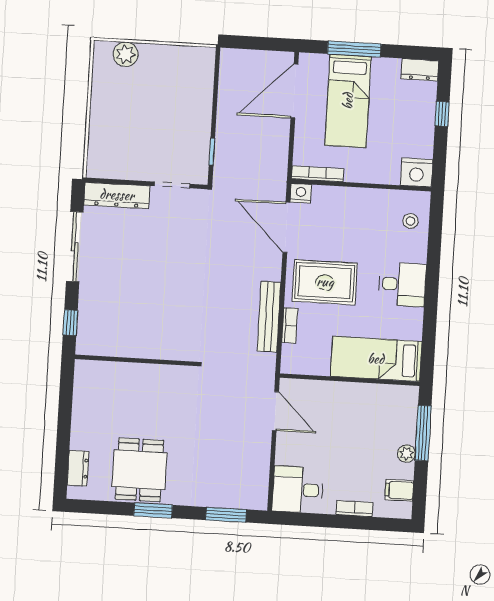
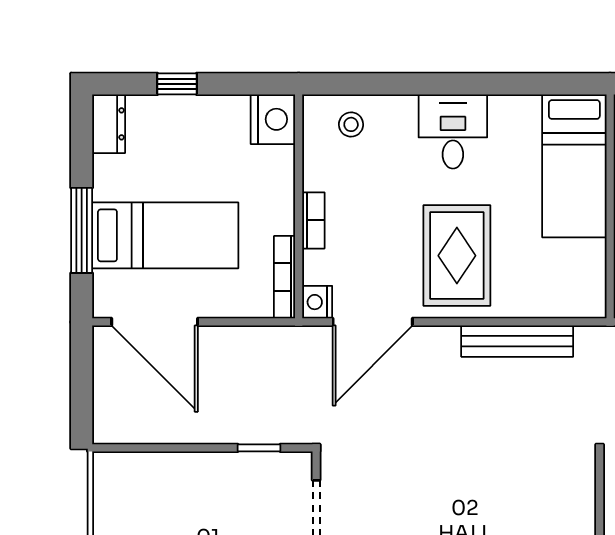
bookcase: (290, 325) -> (313, 220), moved, turned 90

